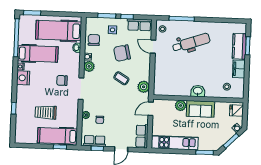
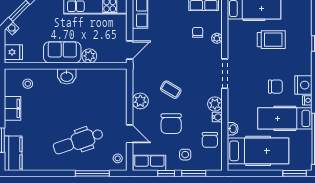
kitchen counter: (239, 46) -> (13, 153), moved
chair: (122, 53) -> (171, 124), turned 103
chair: (62, 80) -> (275, 87), moved
plant: (144, 87) -> (140, 101), moved

